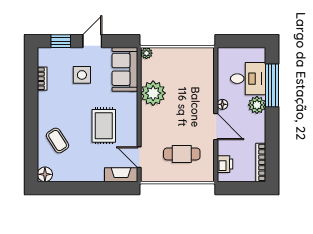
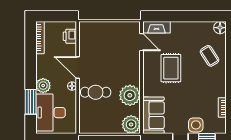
plant: (146, 53) -> (131, 124), width x1.88, depth x1.88
side table: (82, 75) -> (196, 125), moved
desk: (248, 79) -> (51, 113), width x1.37
window: (272, 85) -> (31, 102), width x0.69
cafe table: (182, 154) -> (96, 92), moved

